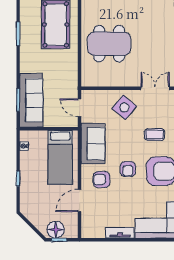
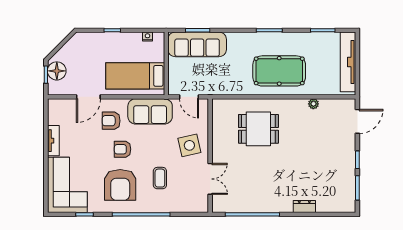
dining table: (109, 44) -> (258, 129), width x0.73
side table: (124, 107) -> (189, 145), turned 38
door: (80, 108) -> (189, 97), swing flipped
armchair: (102, 180) -> (111, 121), turned -90
door: (80, 201) -> (88, 97), swing flipped

